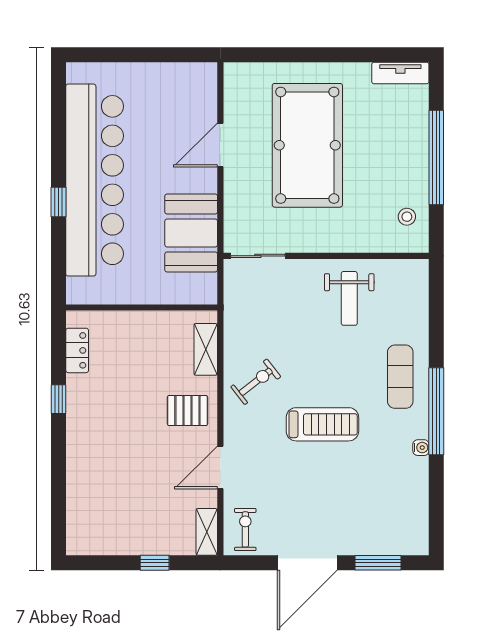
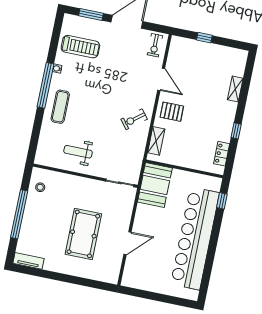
pool table: (307, 145) -> (83, 234), width x0.73, depth x0.76
window: (59, 202) -> (222, 201), moved
booth: (191, 233) -> (155, 185), moved
weight bench: (349, 298) -> (78, 152), turned -90
treadmill: (322, 424) -> (80, 47), moved, turned 180
door: (220, 467) -> (161, 79), hinge flipped
shelving: (207, 532) -> (235, 89), moved

